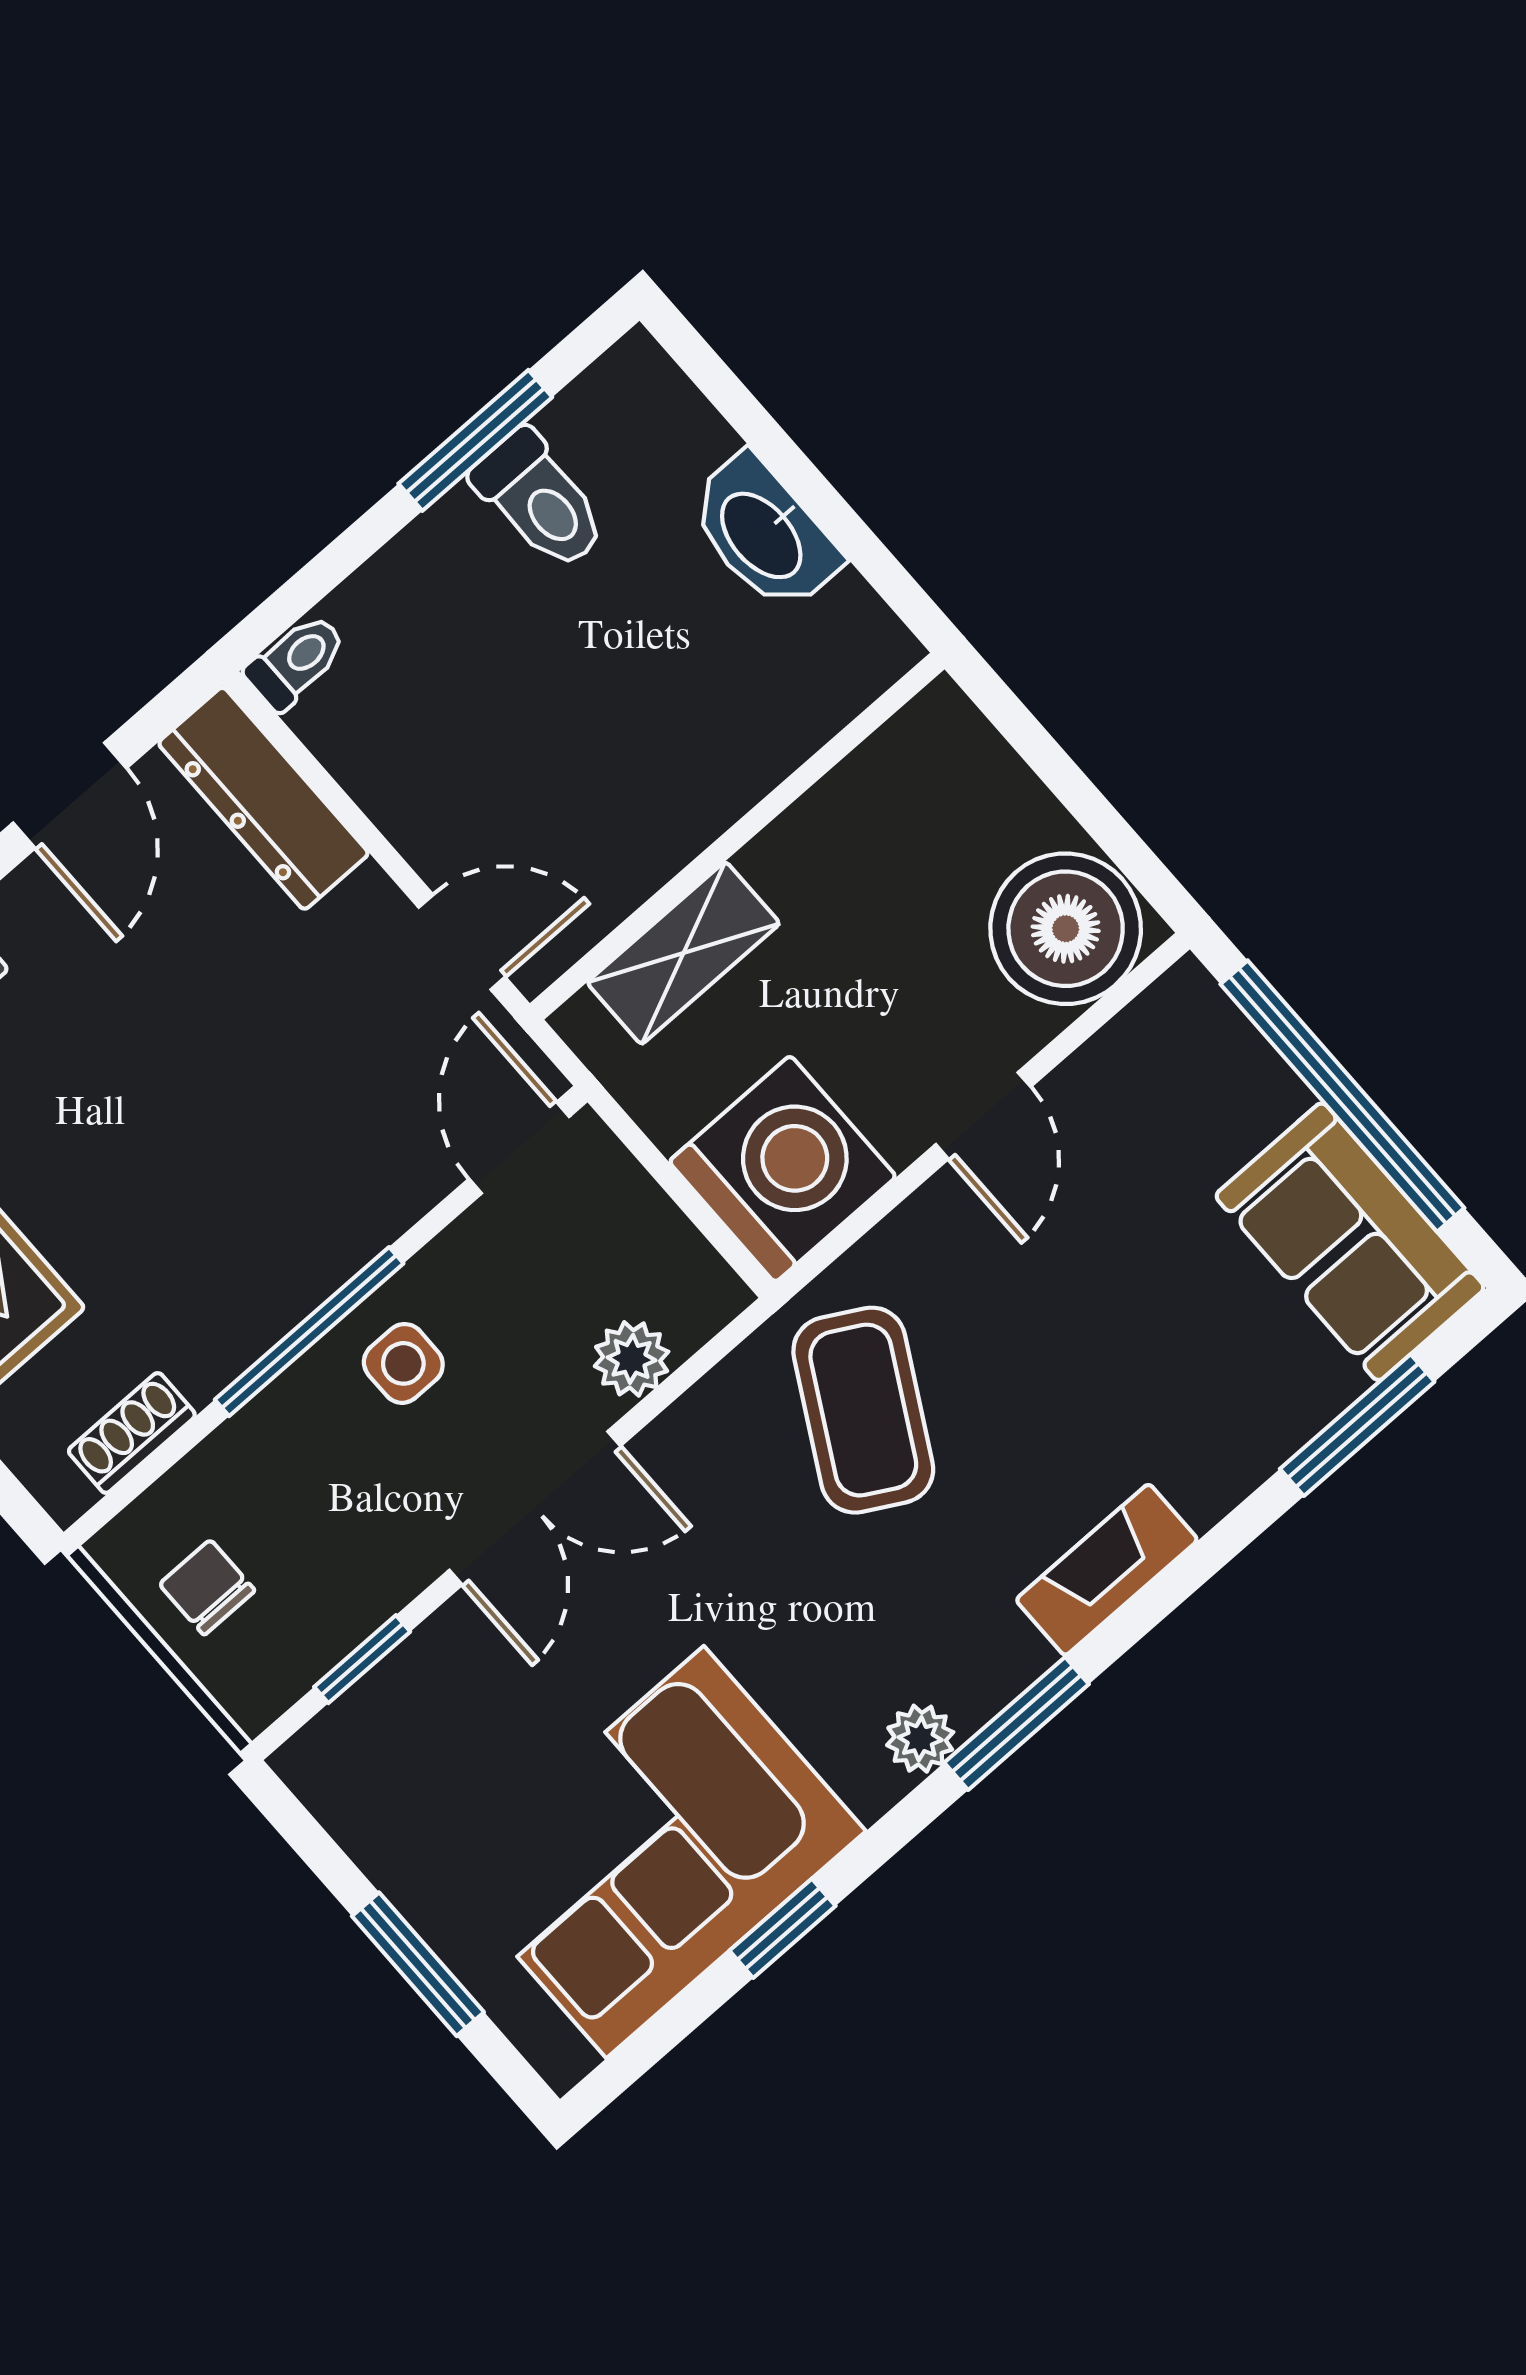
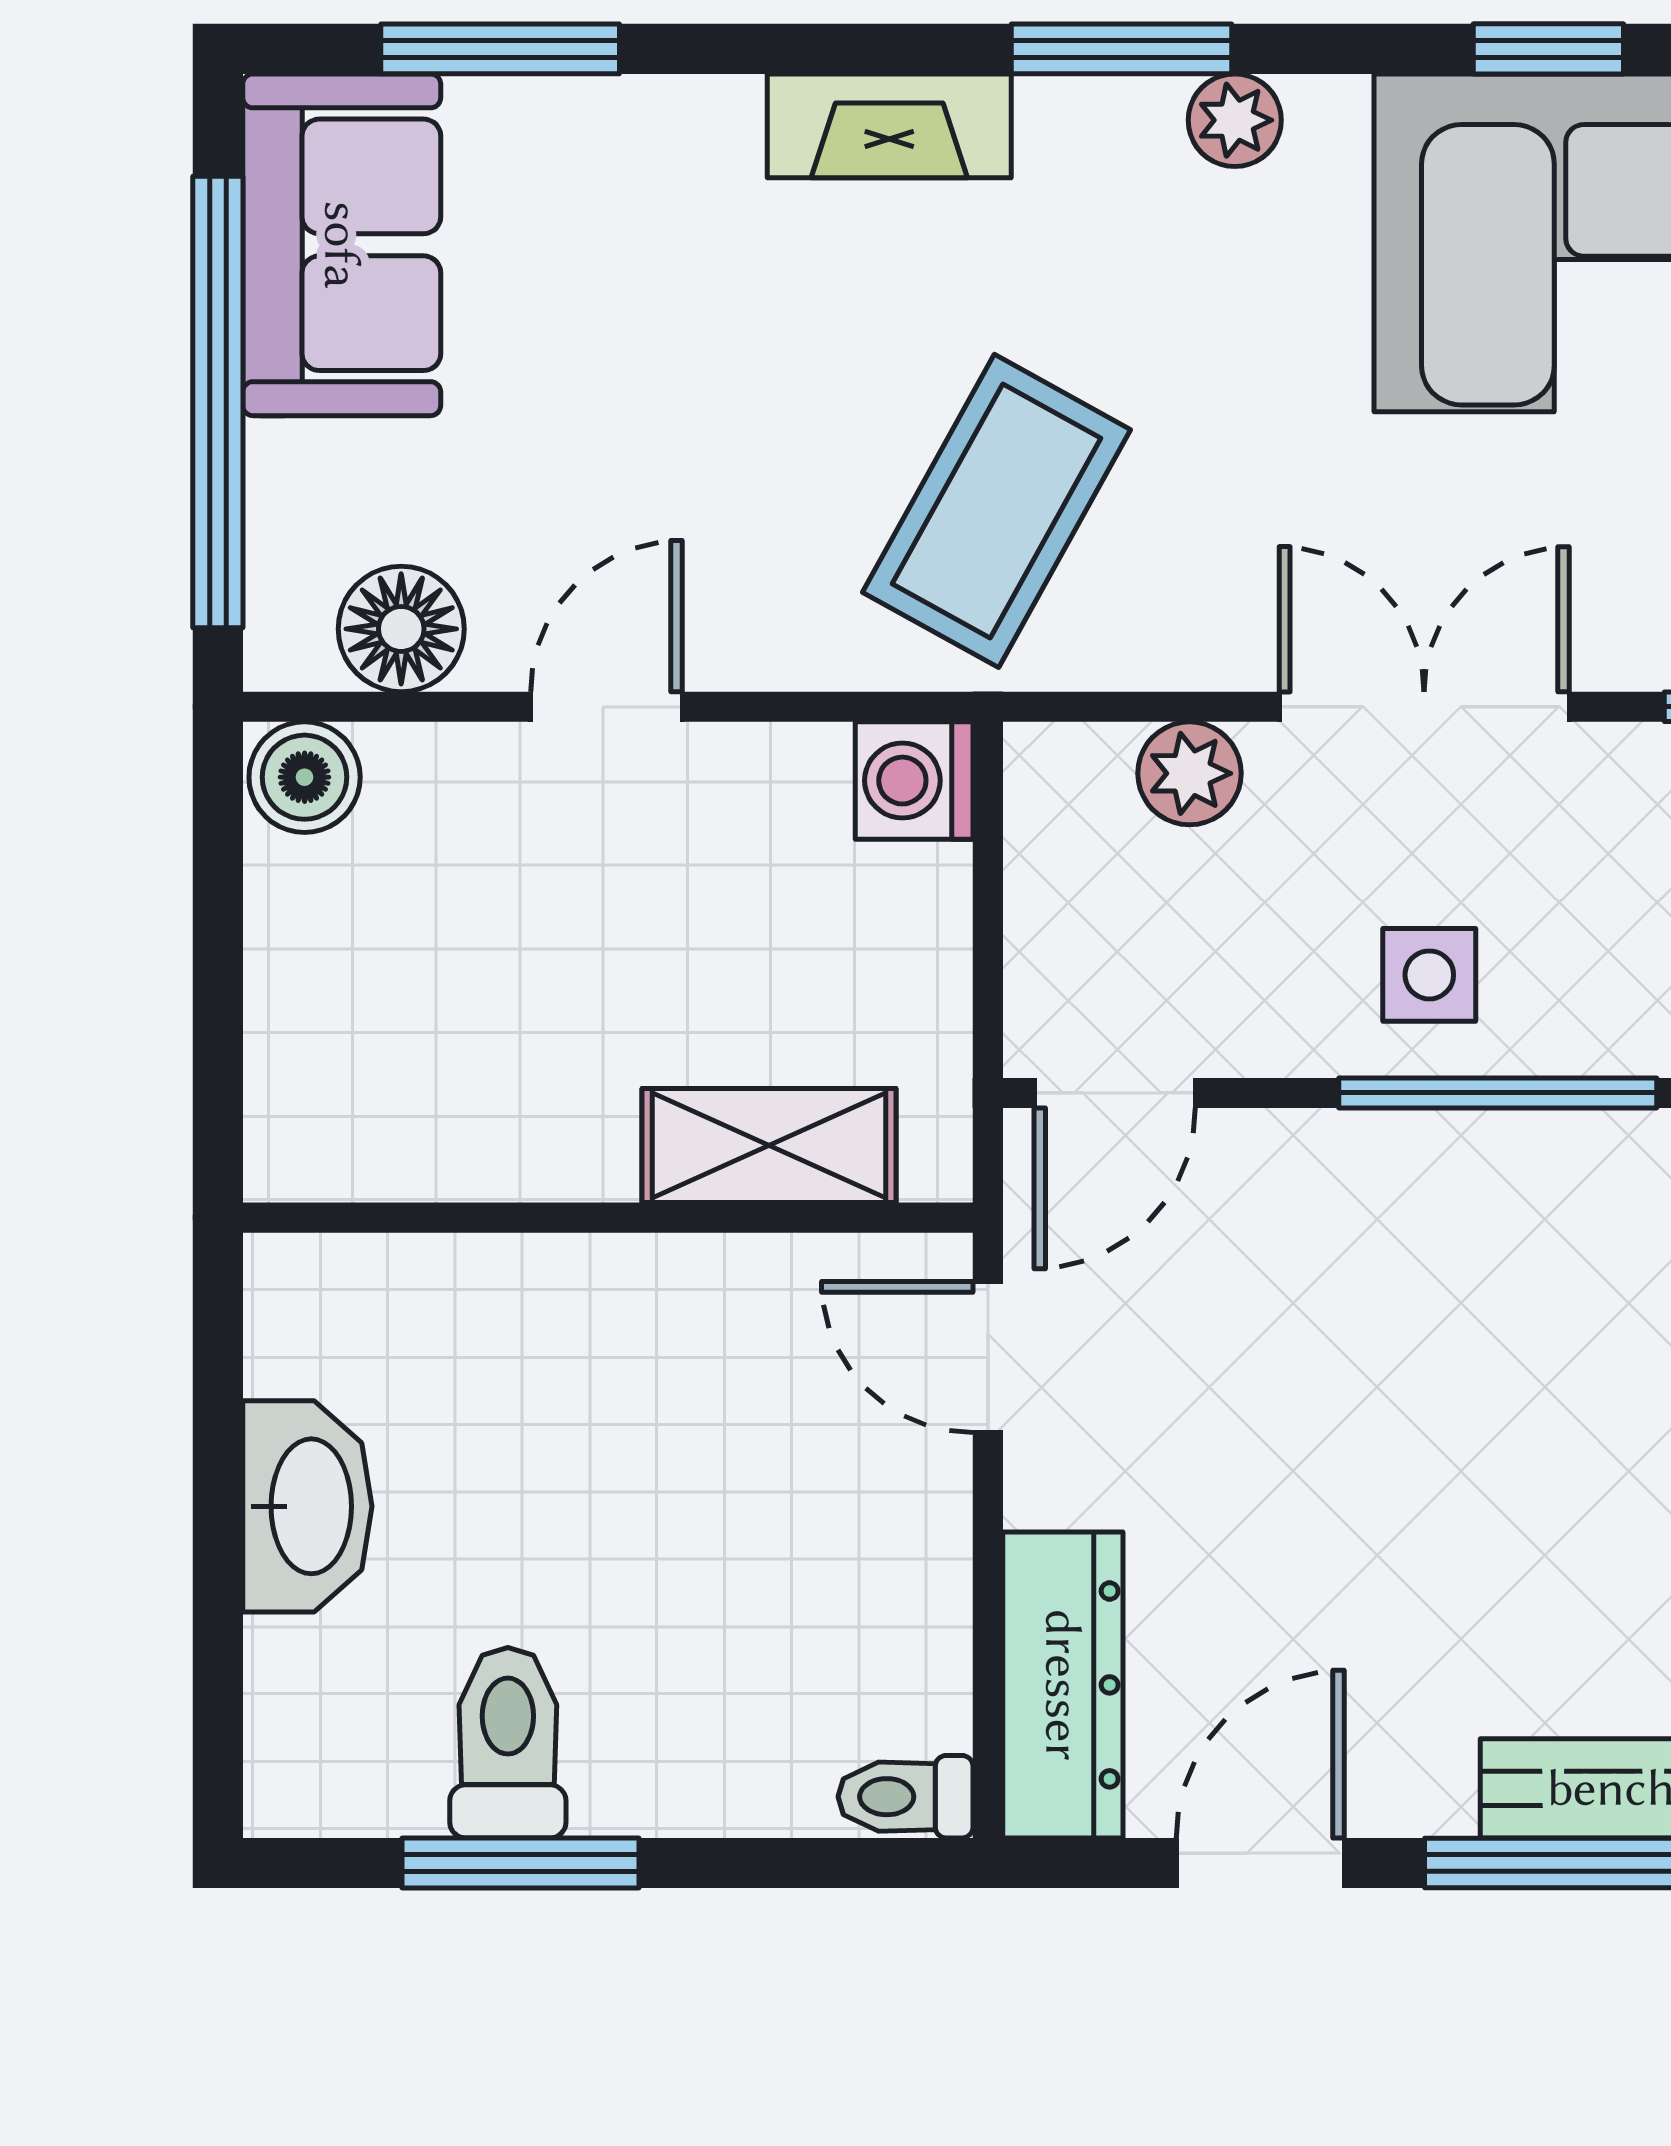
boiler: (1066, 929) -> (305, 777), width x0.54, depth x0.54
floor lamp: (1133, 1060) -> (401, 629), added
washing machine: (783, 1169) -> (914, 781), width x0.53, depth x0.53

